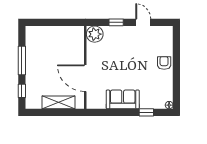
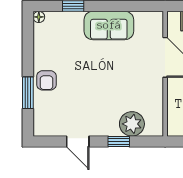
plant: (95, 34) -> (132, 124), moved
window: (176, 55) -> (28, 93), added

